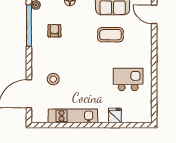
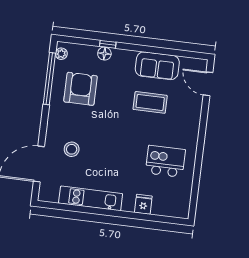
armchair: (54, 31) -> (81, 89), width x1.88, depth x1.88

